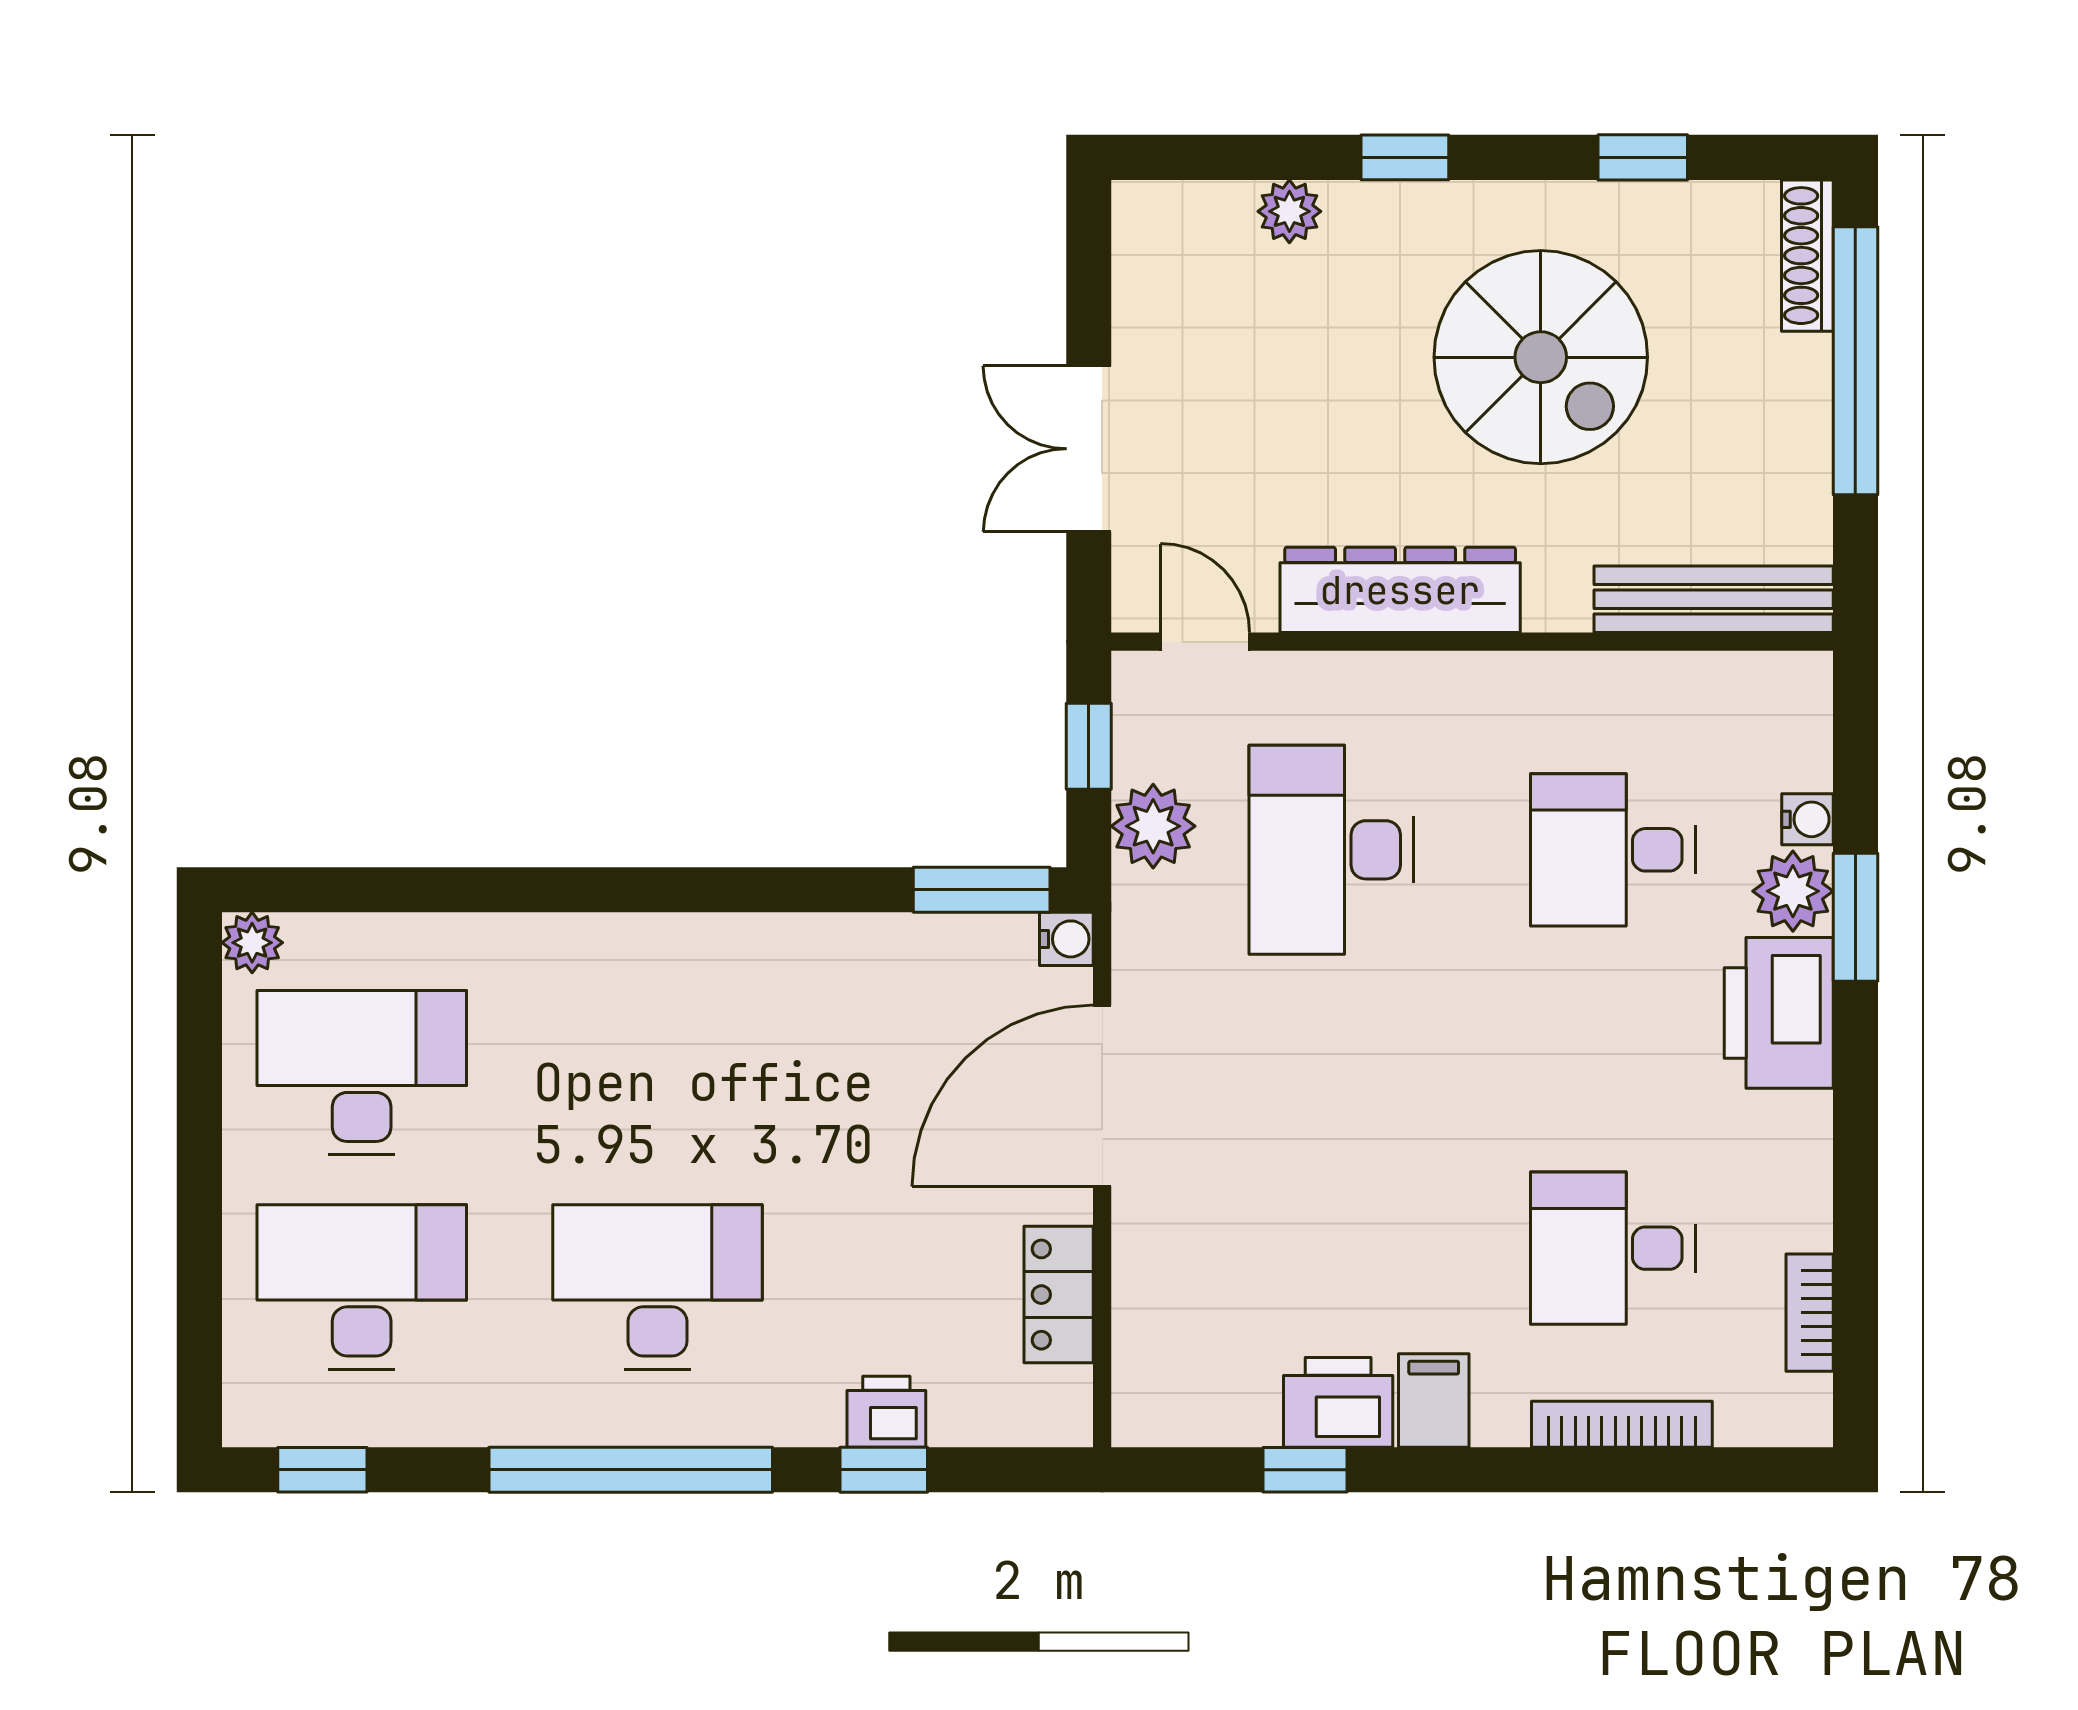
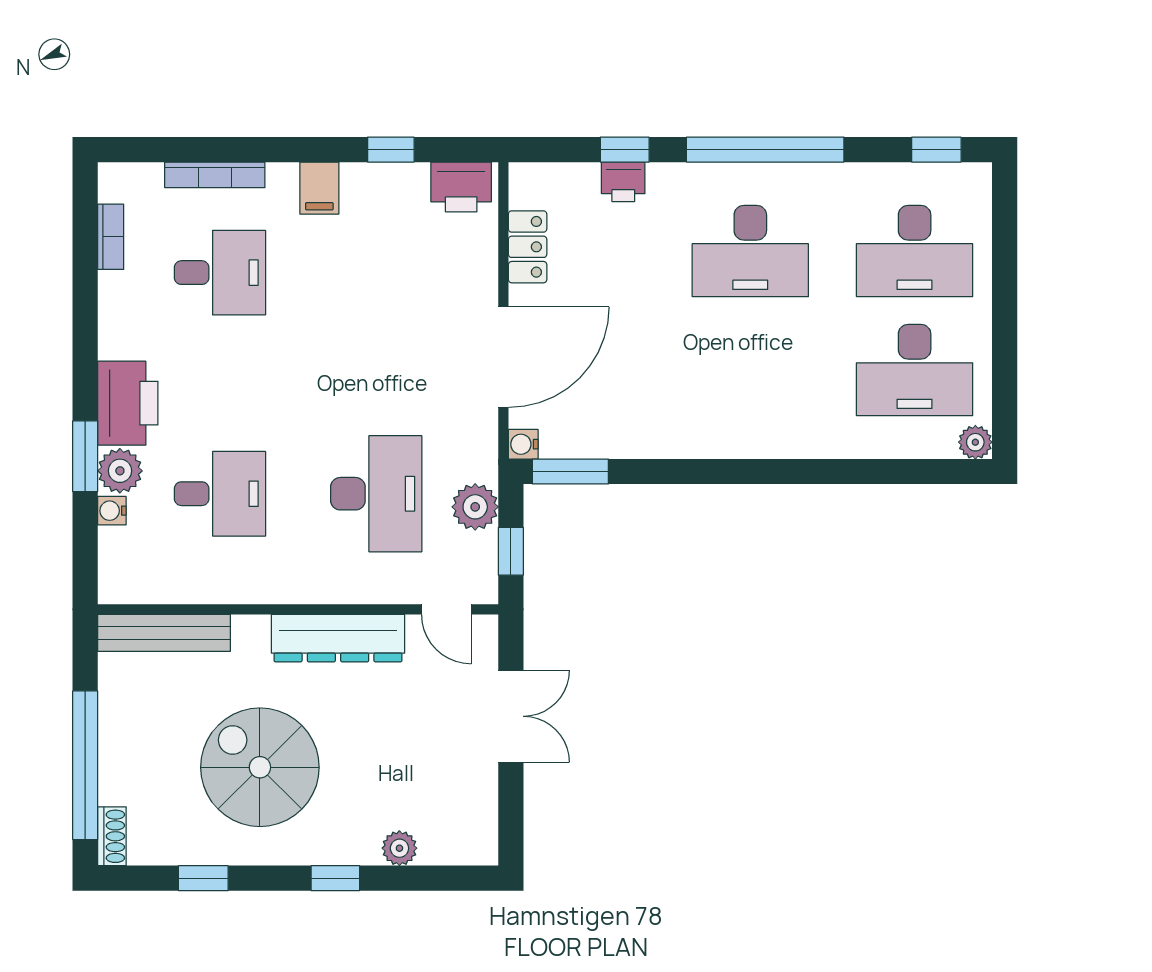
shoe rack: (1807, 256) -> (112, 836), width x0.70
printer: (1338, 1402) -> (461, 187), moved

